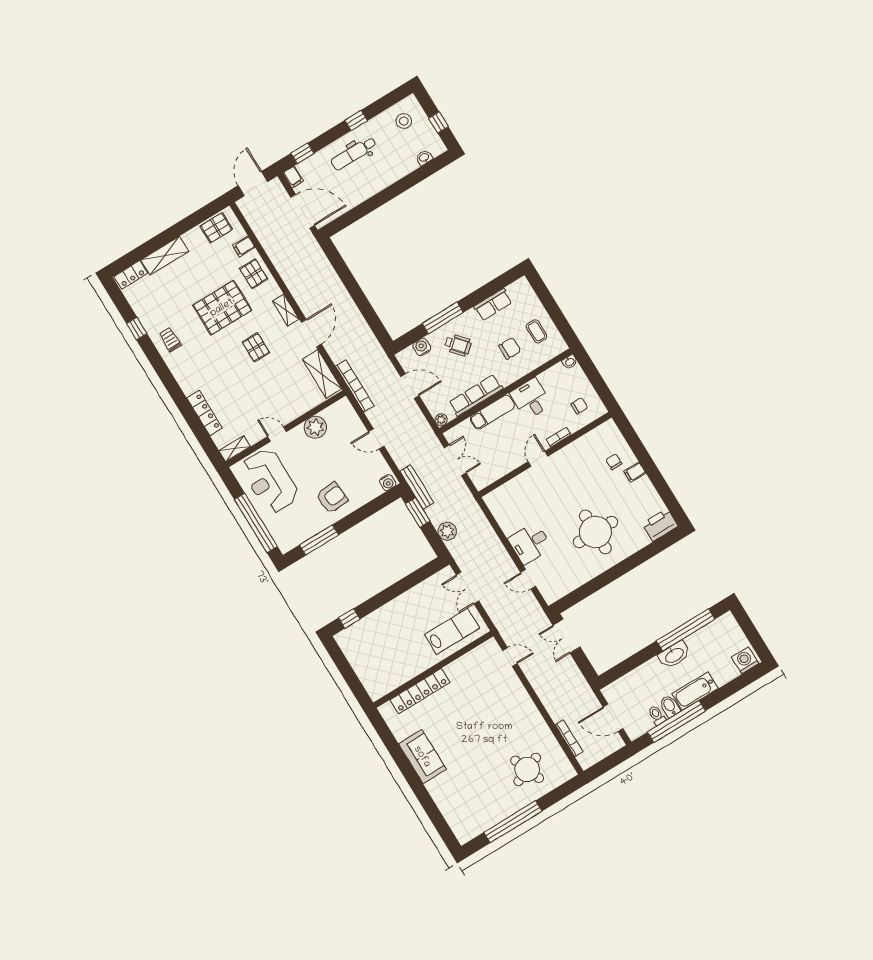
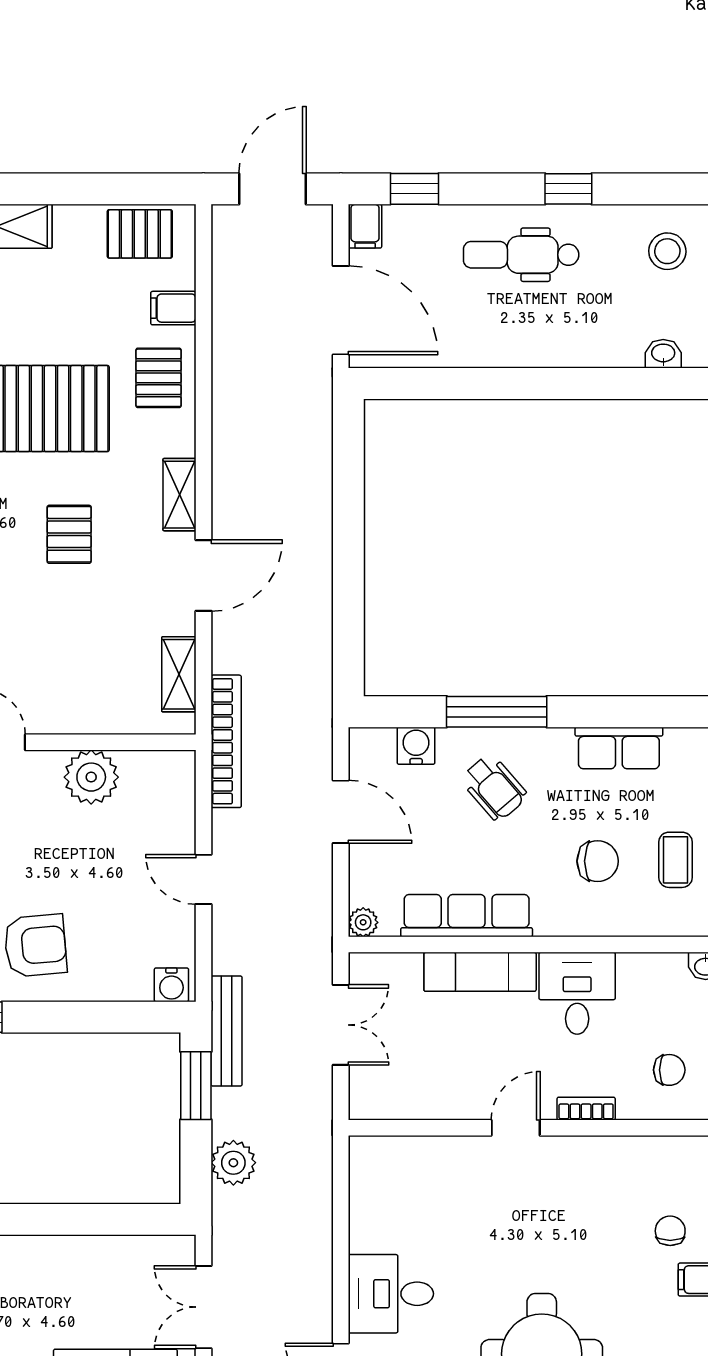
shelving: (322, 374) -> (179, 674), width x0.67, depth x0.75

